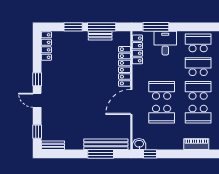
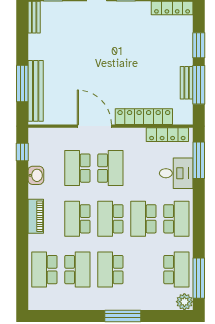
school desk: (198, 67) -> (143, 219), turned 180
school desk: (198, 90) -> (110, 219), turned 180
washbasin: (139, 144) -> (36, 175), moved

